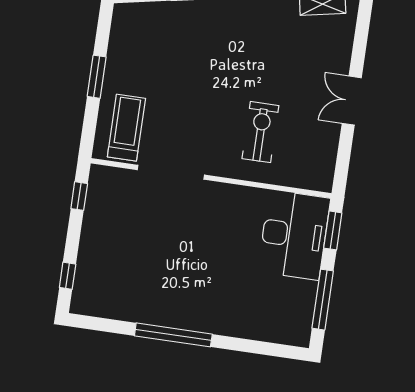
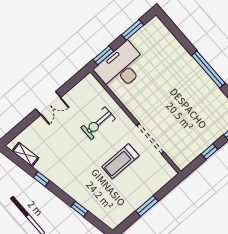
treadmill: (126, 128) -> (120, 161), moved
window: (79, 196) -> (210, 152), moved
window: (323, 300) -> (133, 30), width x0.69

